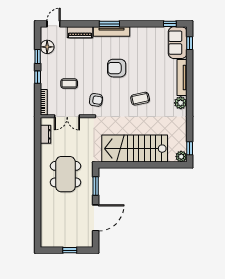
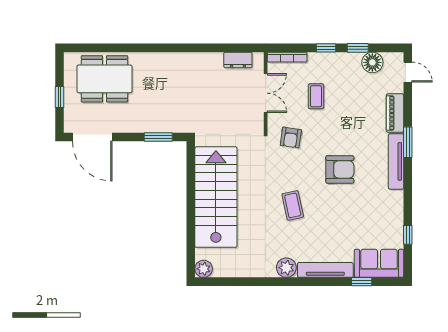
window: (109, 24) -> (408, 142), moved
window: (170, 24) -> (408, 235), moved
window: (190, 43) -> (362, 282), moved
armchair: (117, 68) -> (340, 169), turned 90
double door: (67, 116) -> (266, 93), swing flipped
window: (190, 148) -> (216, 282), removed
dining table: (65, 174) -> (104, 79), moved
door: (96, 218) -> (92, 137), moved

